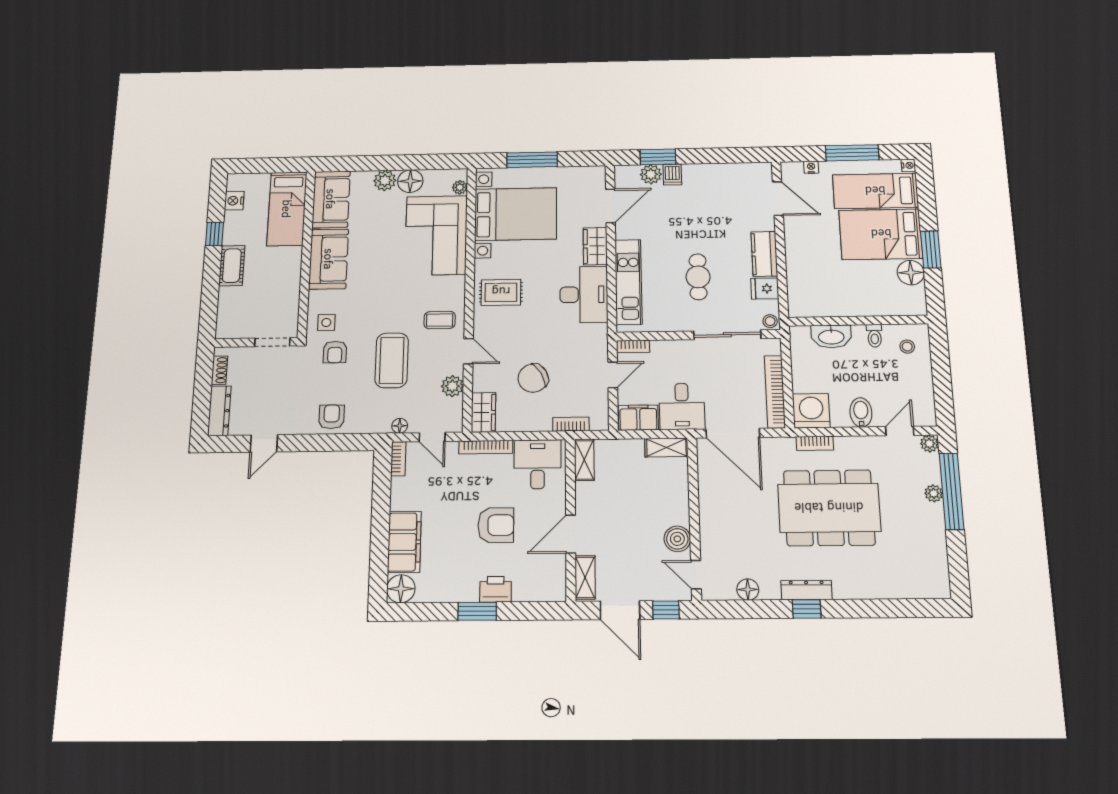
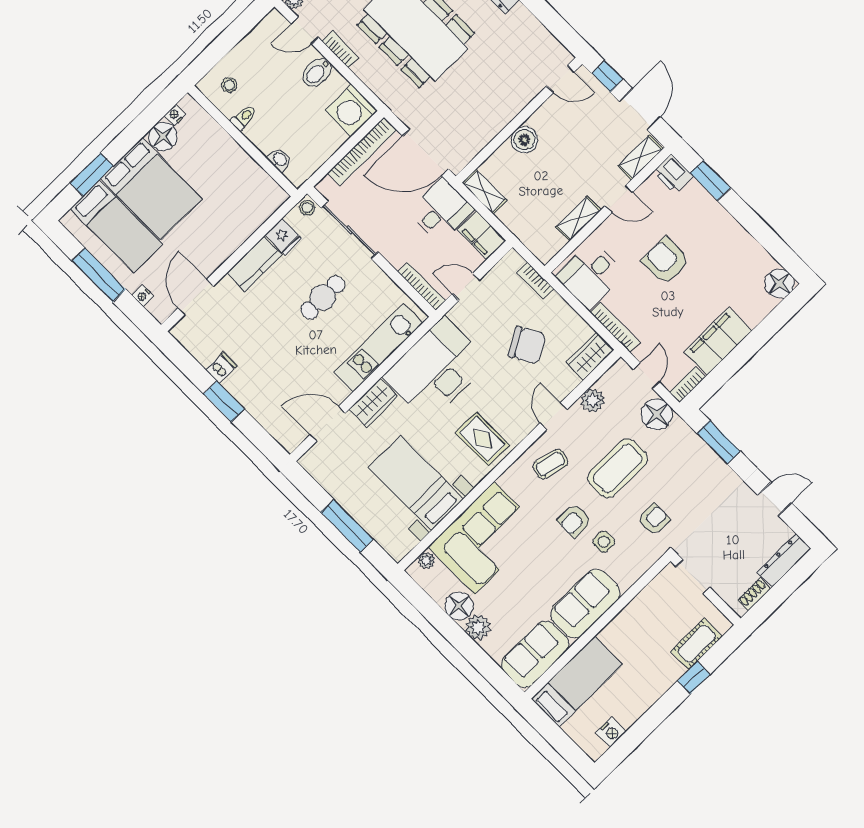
window: (658, 157) -> (224, 401), moved
nightstand: (908, 165) -> (175, 115), moved
plant: (651, 174) -> (270, 418), removed
dishwasher: (672, 175) -> (221, 368), moved
bed with nightstands: (516, 214) -> (416, 483), width x0.73
window: (215, 234) -> (694, 678), moved
window: (931, 249) -> (92, 175), moved
cot: (232, 266) -> (697, 644), moved
desk: (584, 295) -> (436, 369), width x1.36, depth x1.30
coffee table: (440, 320) -> (550, 464), turned -76
side table: (326, 323) -> (604, 542), moved
washbasin: (831, 336) -> (280, 160), width x0.52, depth x0.69
bookcase: (633, 346) -> (422, 286), width x1.56
armchair: (332, 417) -> (574, 521), moved
floor lamp: (400, 426) -> (657, 414), width x1.89, depth x1.89
door: (733, 433) -> (426, 153), swing flipped
window: (339, 442) -> (719, 442), added
bookcase: (815, 443) -> (340, 49), moved
shelving: (584, 460) -> (579, 219), moved
door: (571, 534) -> (619, 199), width x0.73
boiler: (677, 539) -> (524, 140), moved
filing cabinet: (404, 542) -> (718, 341), moved
door: (696, 575) -> (560, 79), hinge flipped
printer: (496, 589) -> (673, 174), moved
floor lamp: (748, 590) -> (535, 32), removed
window: (477, 611) -> (710, 180), moved

